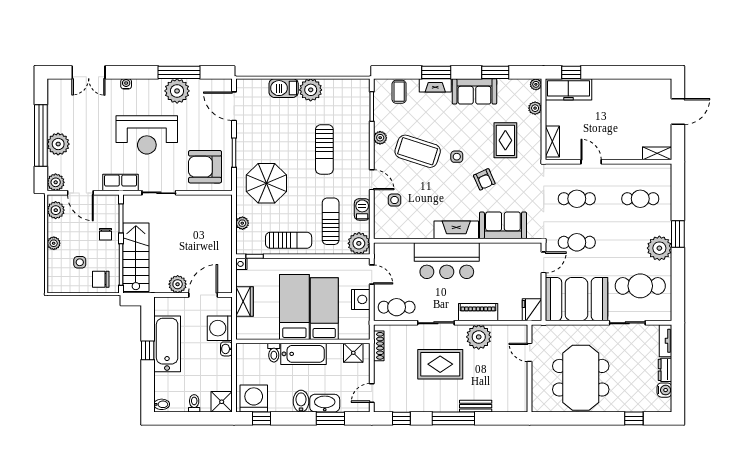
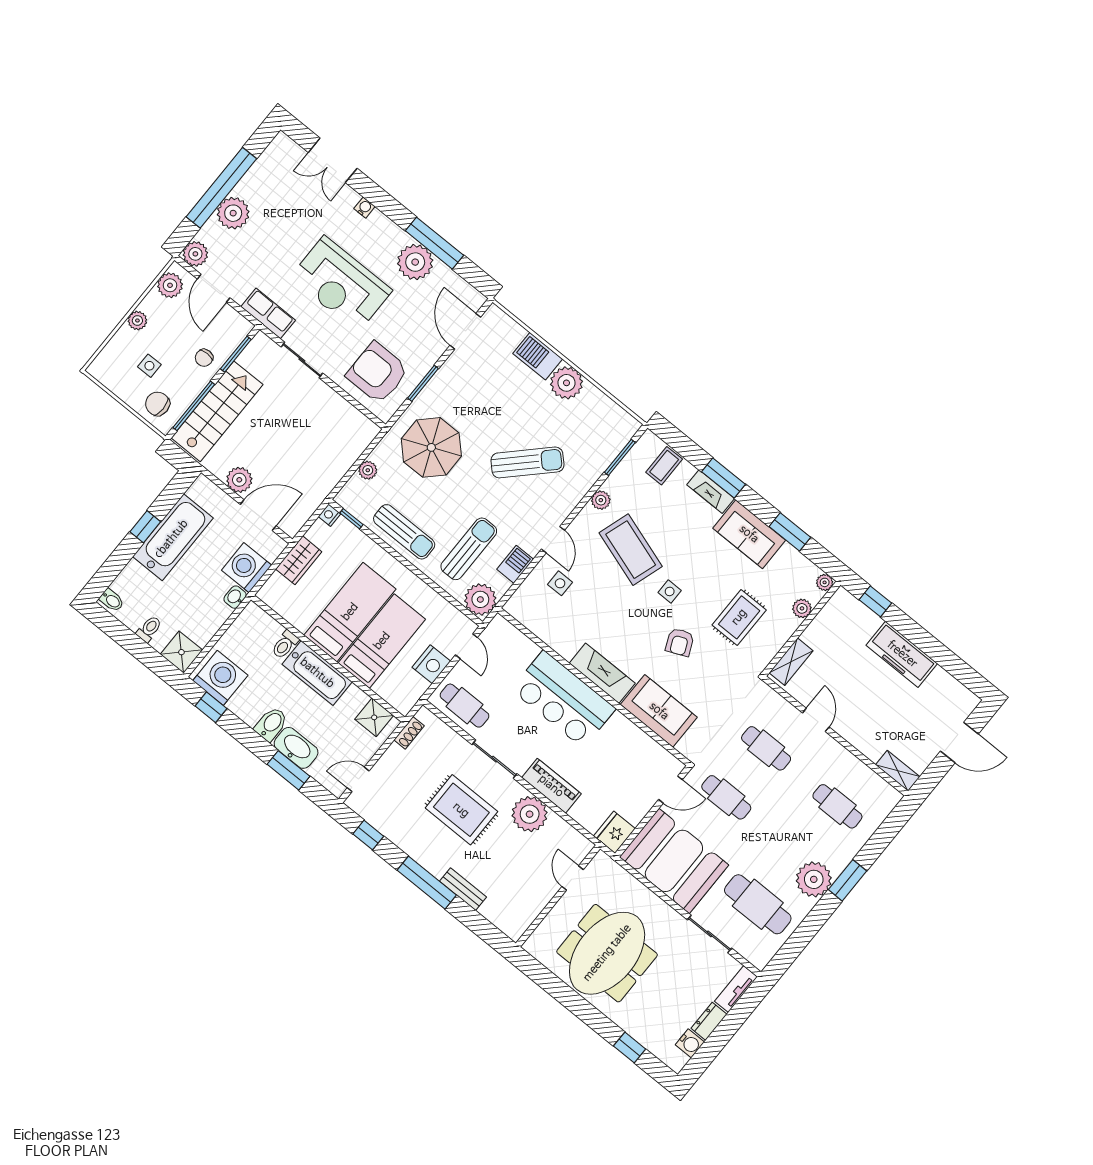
freezer: (568, 89) -> (902, 654), moved
sun lounger: (324, 149) -> (527, 462), turned -135
shoe rack: (379, 346) -> (409, 733), width x0.70

